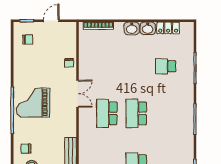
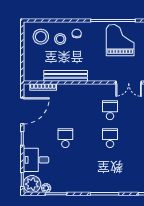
school desk: (107, 113) -> (110, 110), width x0.54
school desk: (136, 113) -> (110, 138), width x0.54

